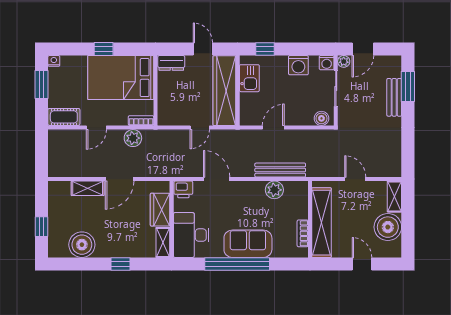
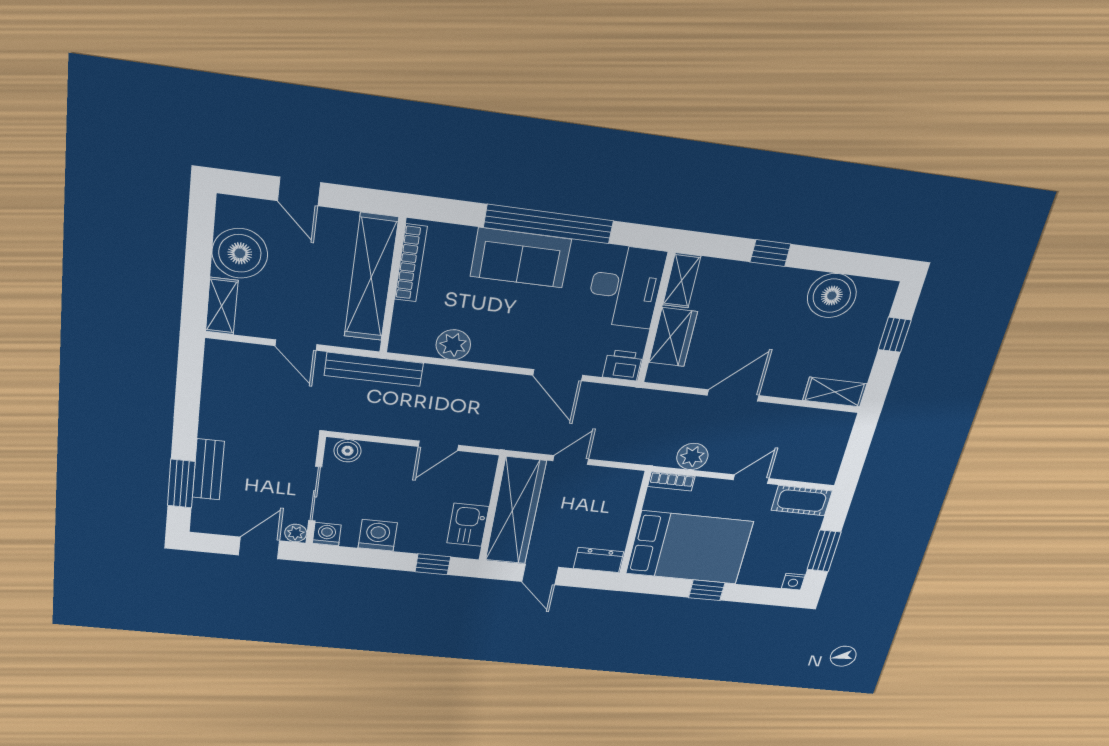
bench: (280, 170) -> (374, 369), moved
shelving: (88, 188) -> (835, 392), moved
bookcase: (303, 233) -> (411, 263), width x1.56

